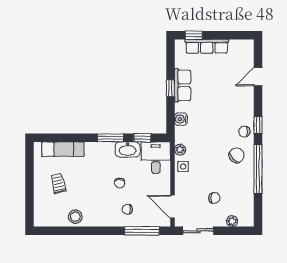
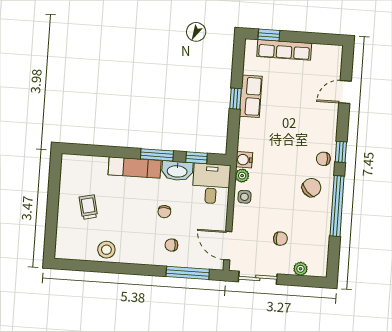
water cooler: (181, 119) -> (244, 160), moved
exam couch: (63, 149) -> (135, 168), moved

